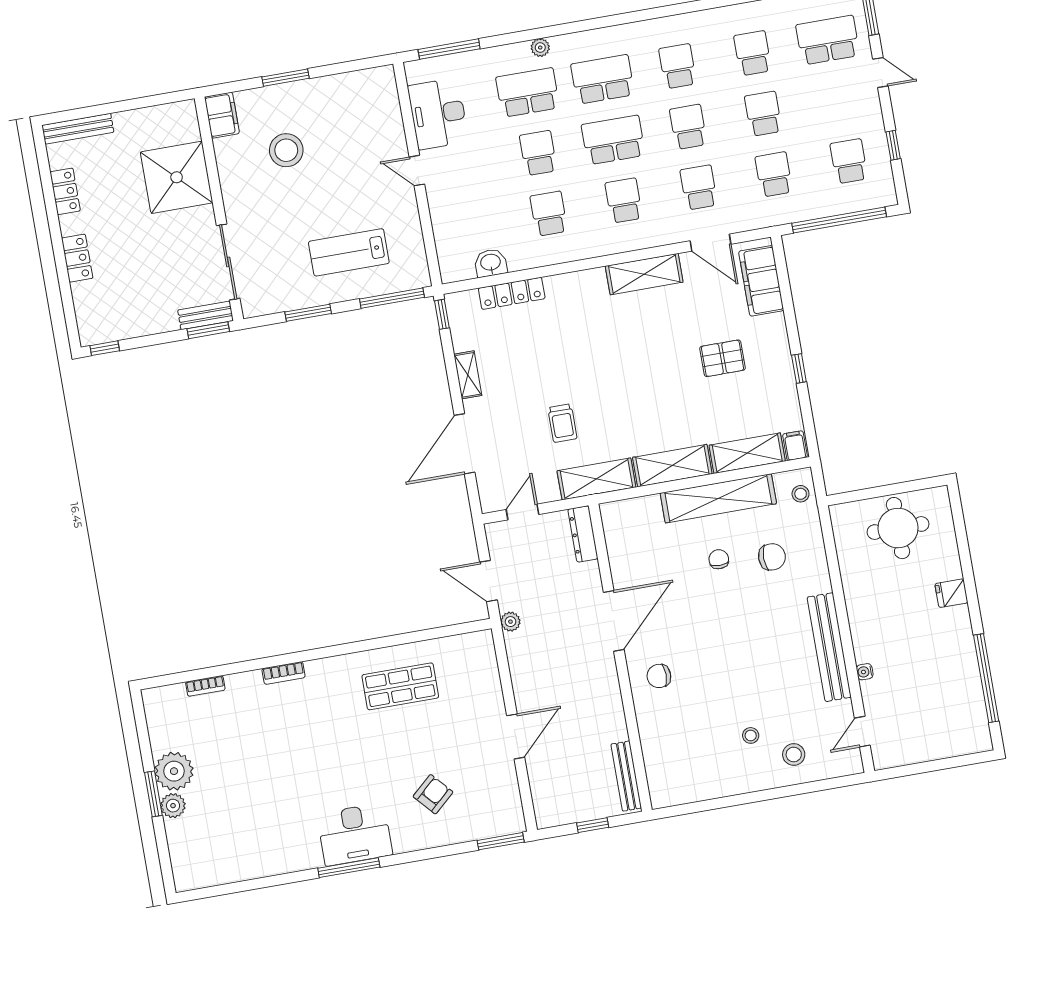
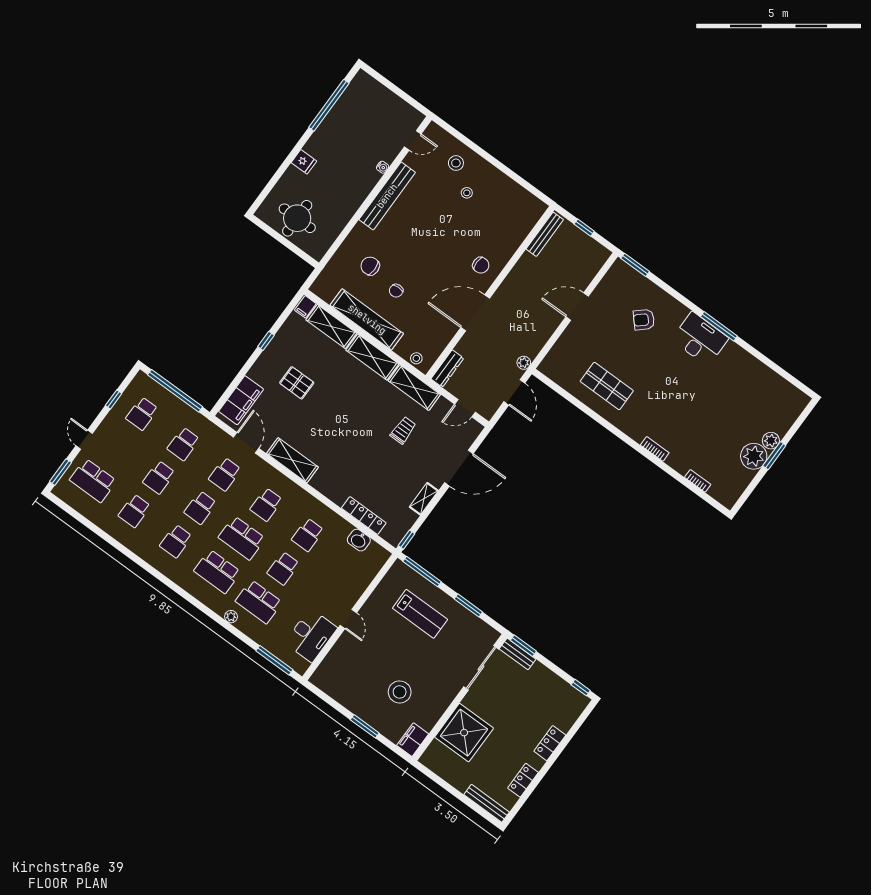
stool: (801, 494) -> (416, 358), moved

